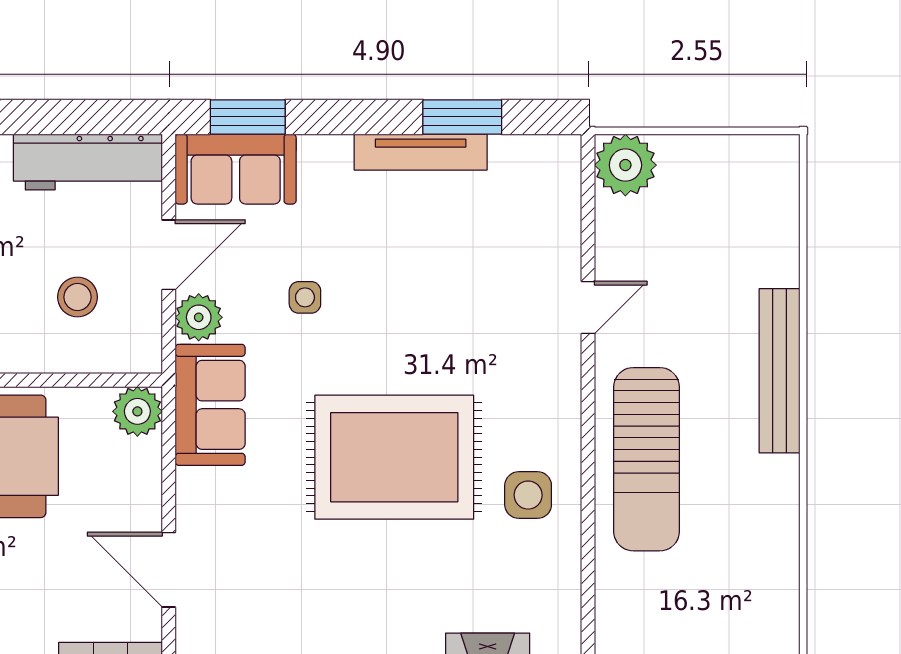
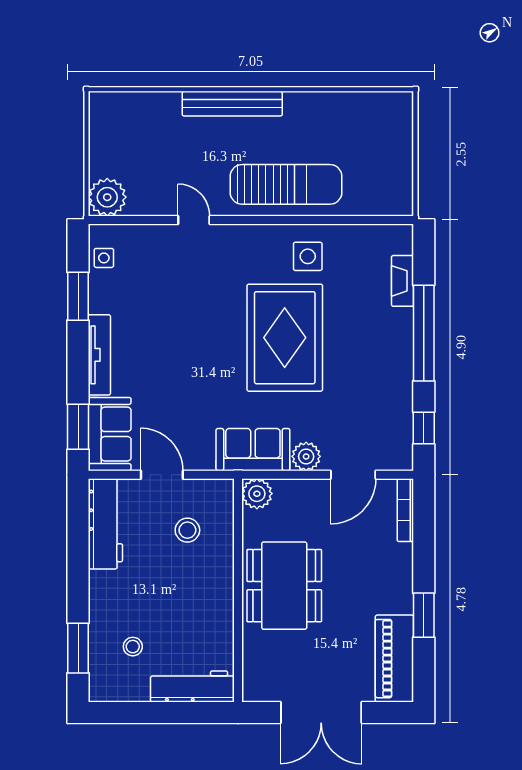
tv unit: (421, 152) -> (99, 355), moved
side table: (305, 297) -> (104, 258), moved
plant: (199, 317) -> (306, 456), moved

